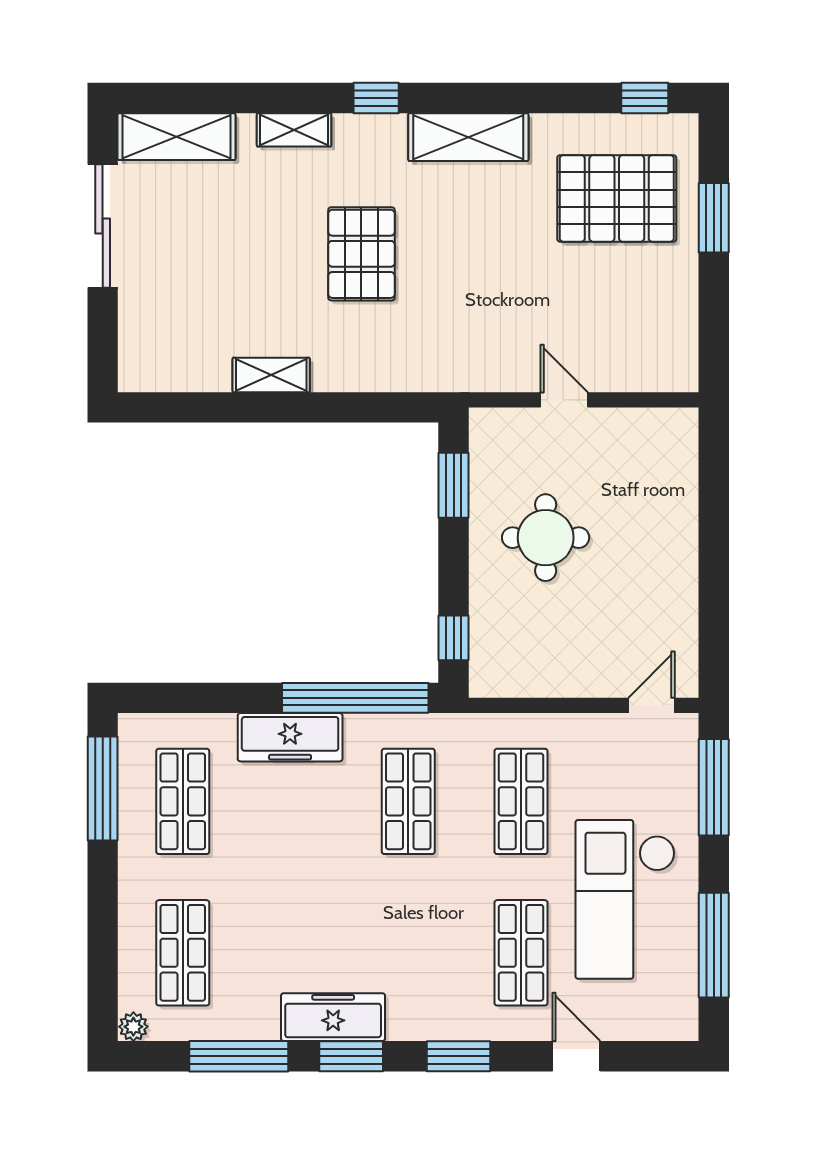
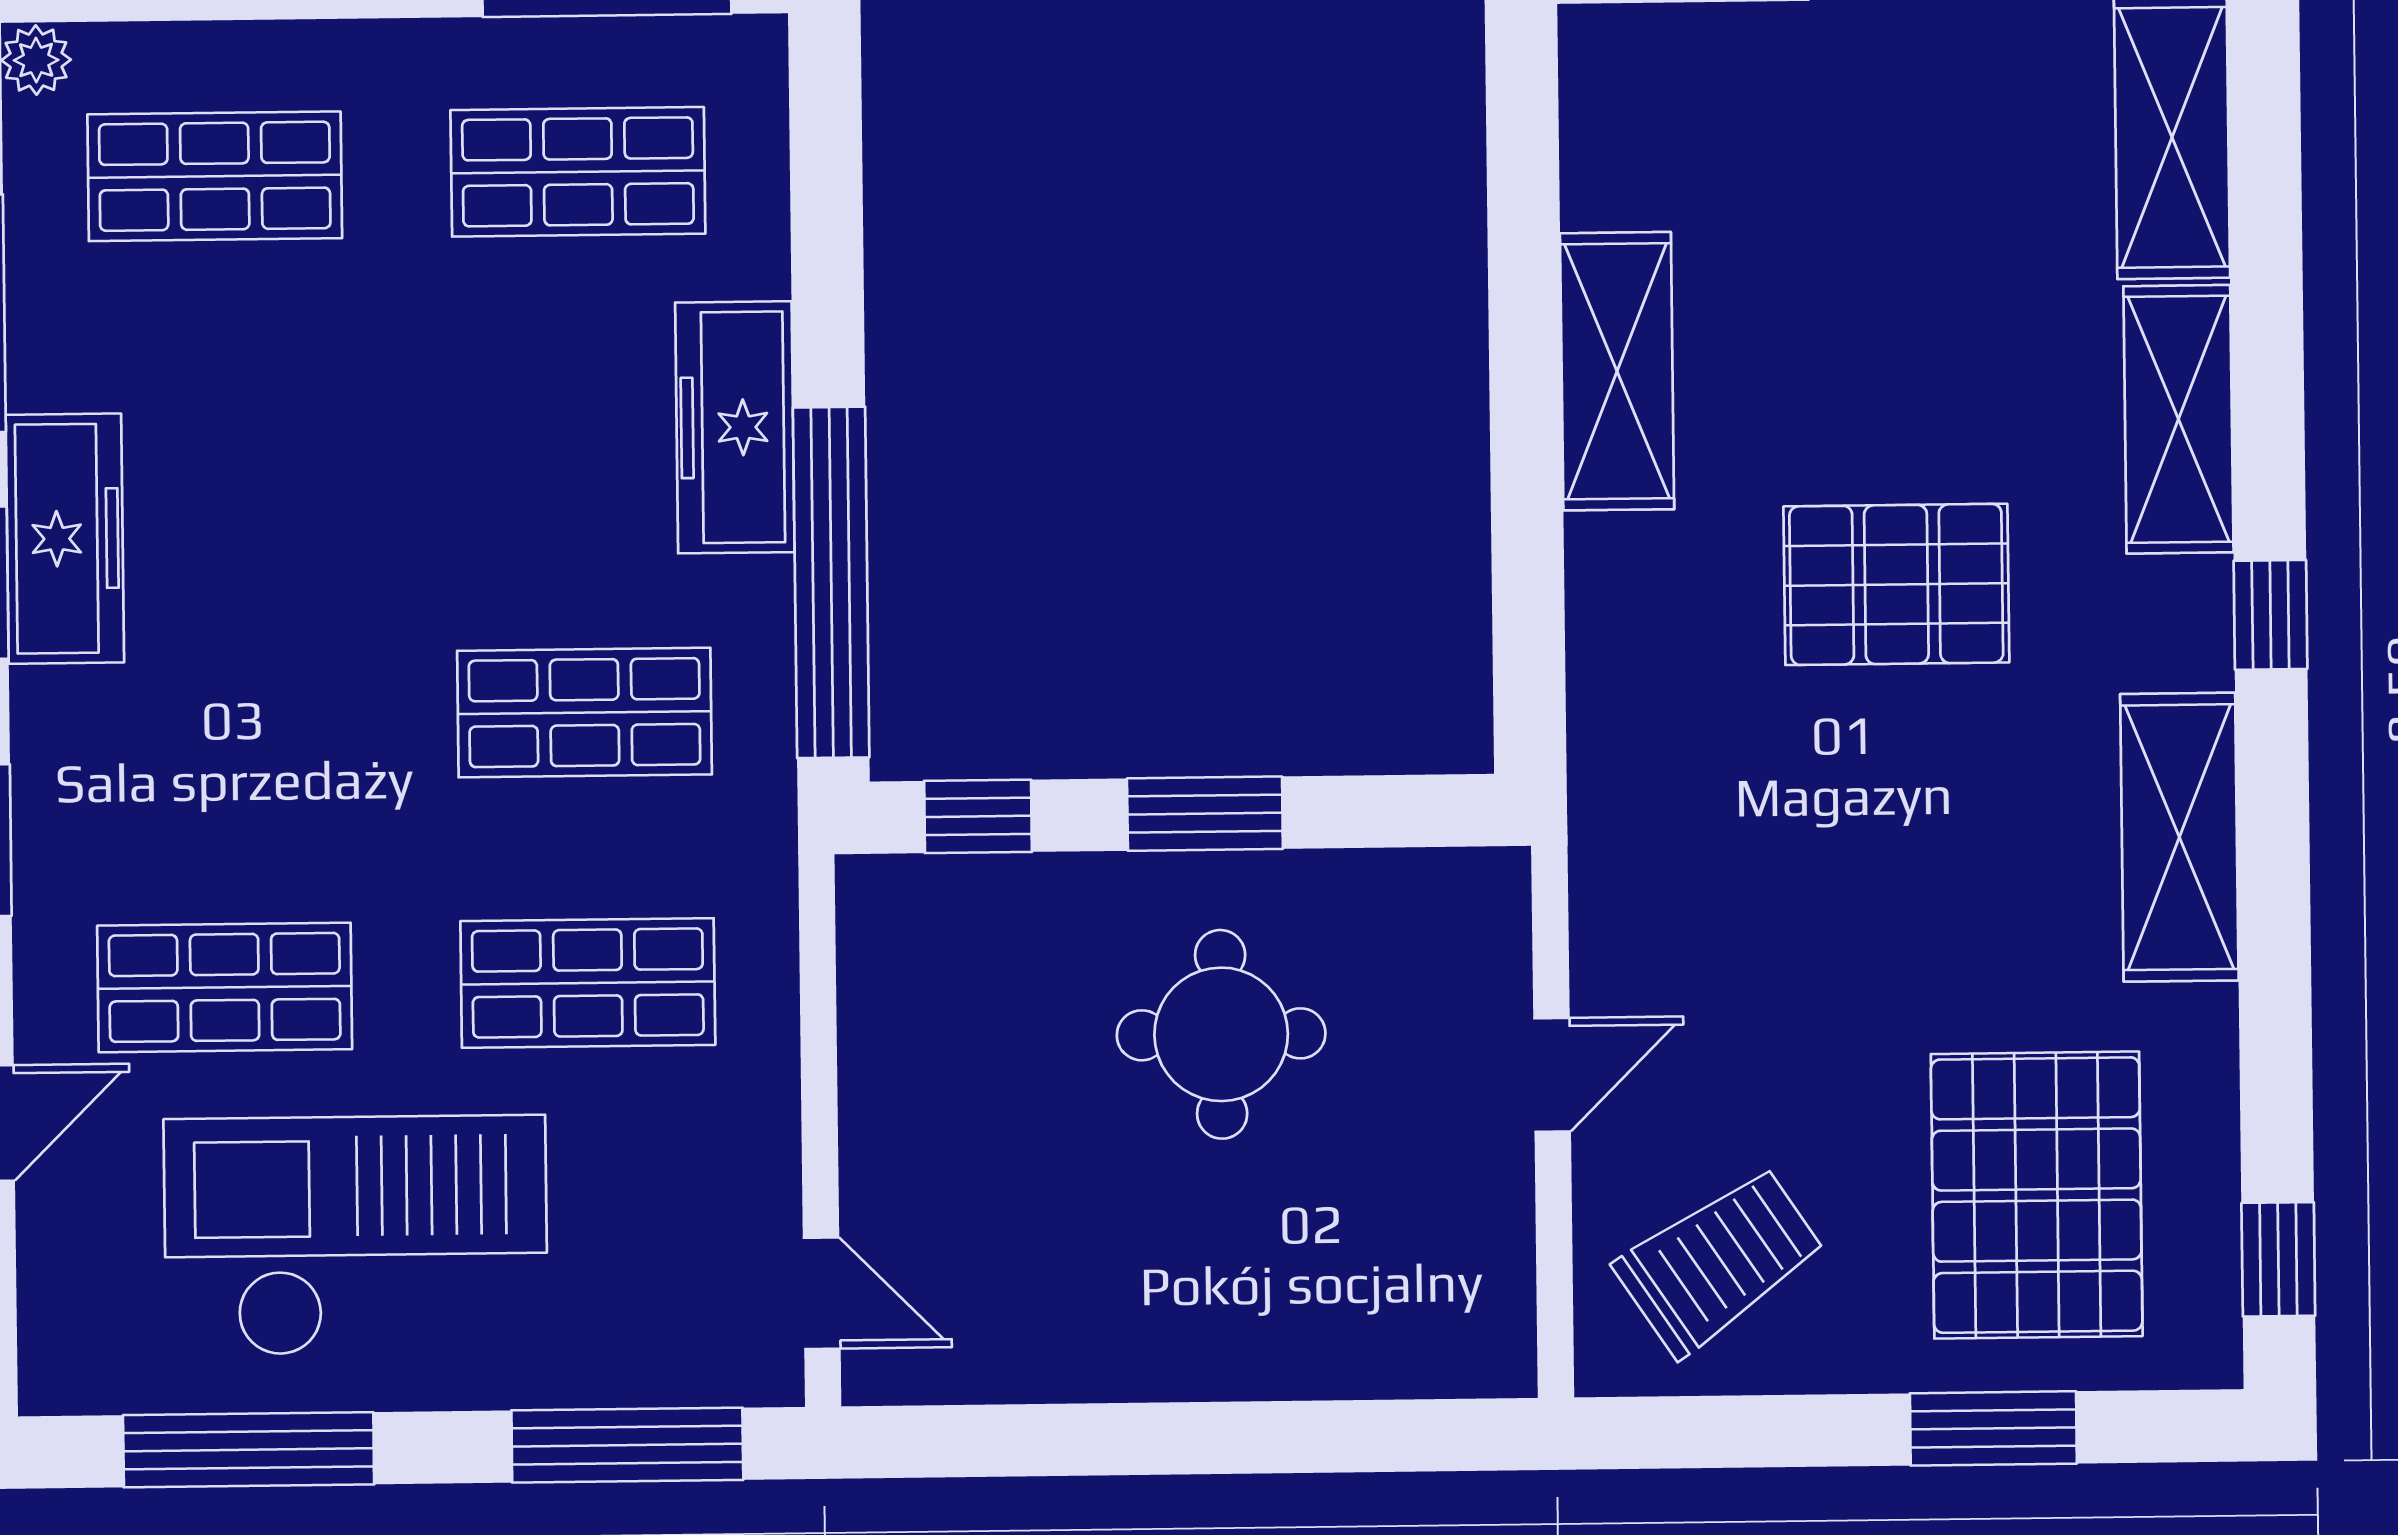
shelving: (294, 130) -> (2178, 419), width x1.50, depth x1.33
trolley: (643, 331) -> (1719, 1261), added
shelving: (271, 375) -> (1617, 371), width x1.50, depth x1.33
window: (454, 485) -> (1205, 814), moved

